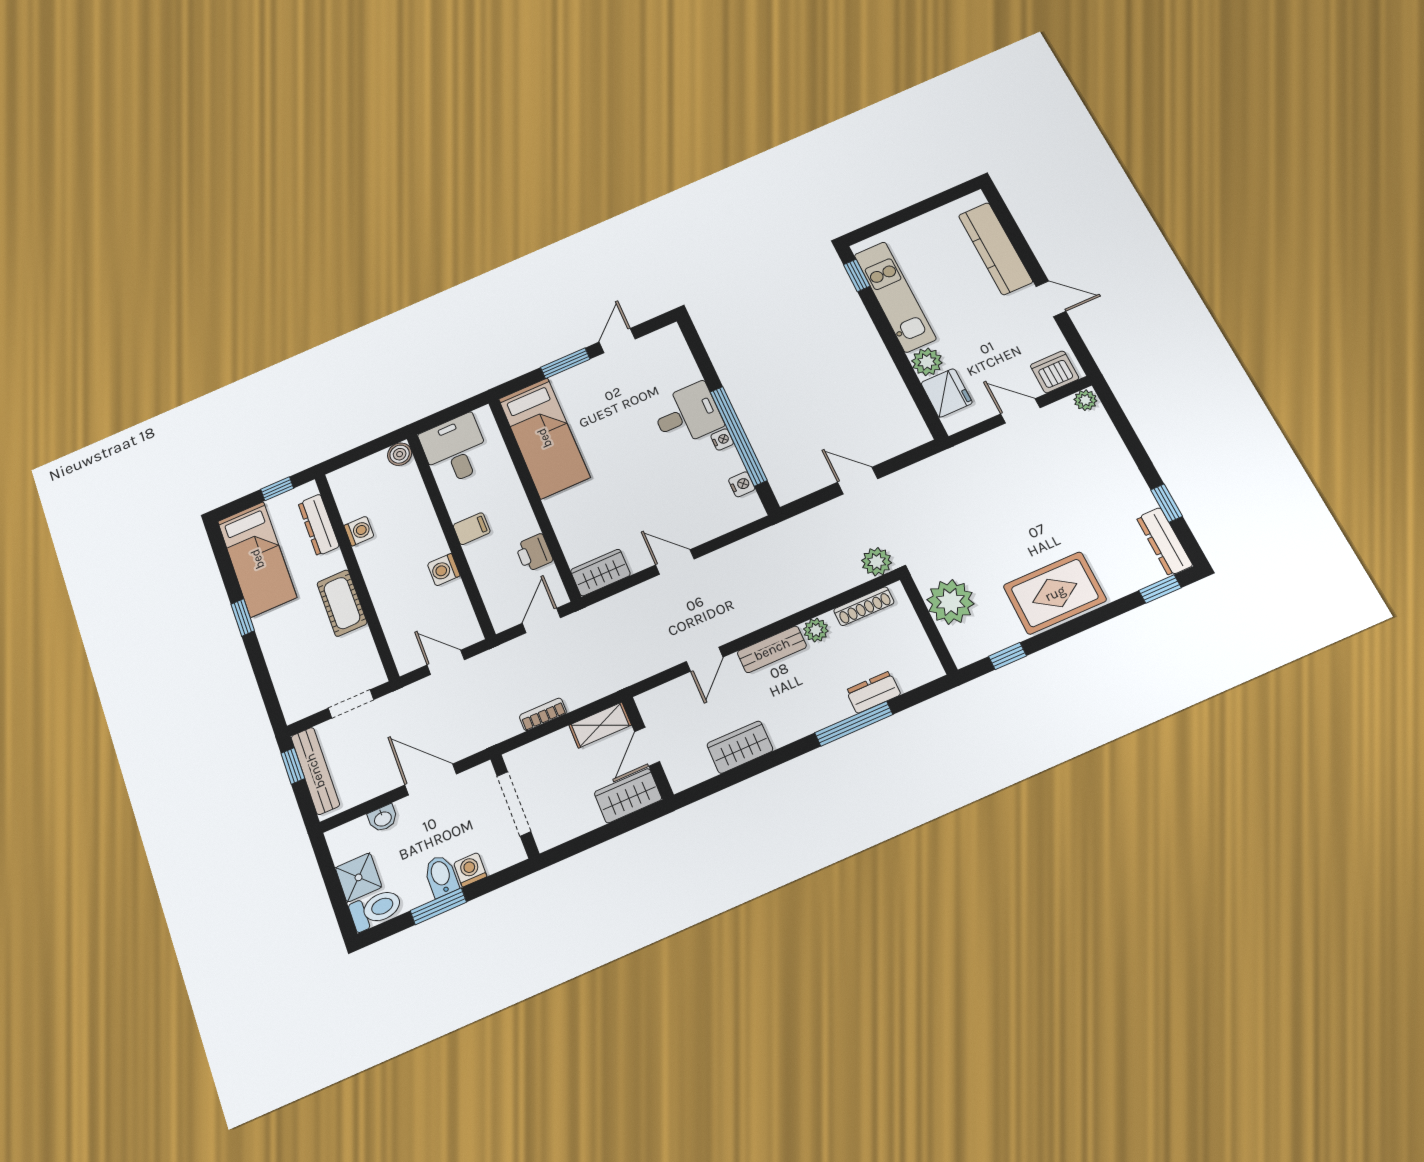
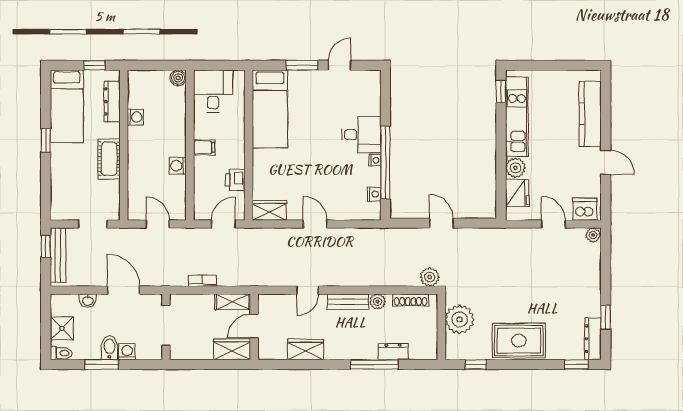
toilet: (376, 909) -> (61, 353), width x0.73, depth x0.72

